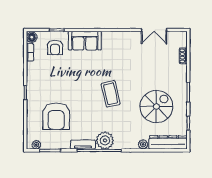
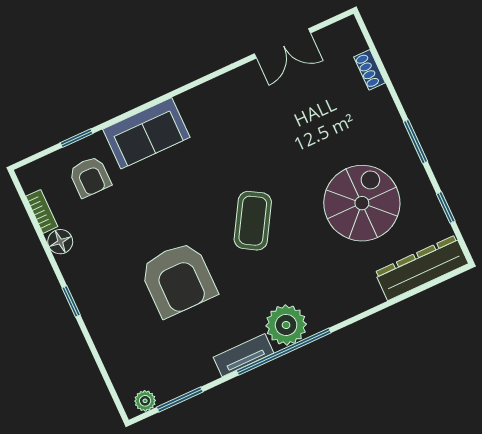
floor lamp: (32, 37) -> (60, 242), moved
coffee table: (111, 94) -> (253, 221), turned 44
armchair: (56, 116) -> (178, 279), moved
plant: (143, 144) -> (371, 296), removed

